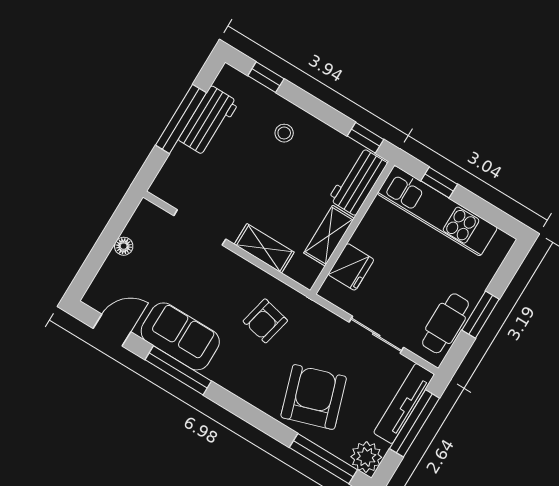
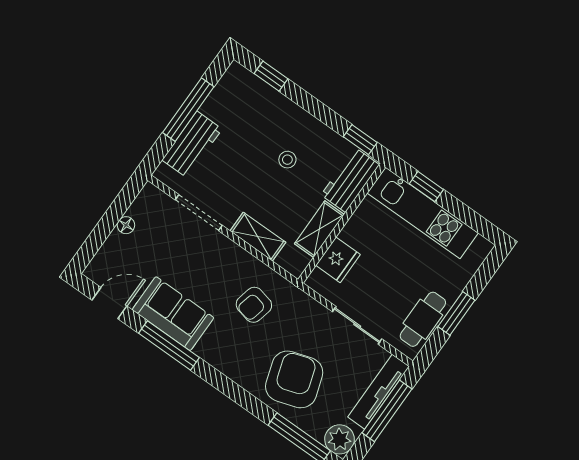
workbench: (209, 121) -> (192, 144), moved
stool: (284, 133) -> (287, 160), moved

